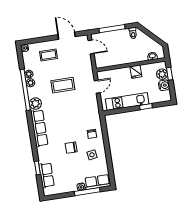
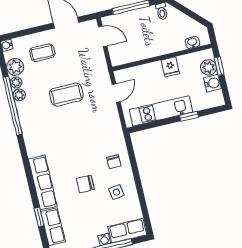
plant: (35, 104) -> (15, 67), moved
row of seats: (39, 128) -> (43, 182), moved

